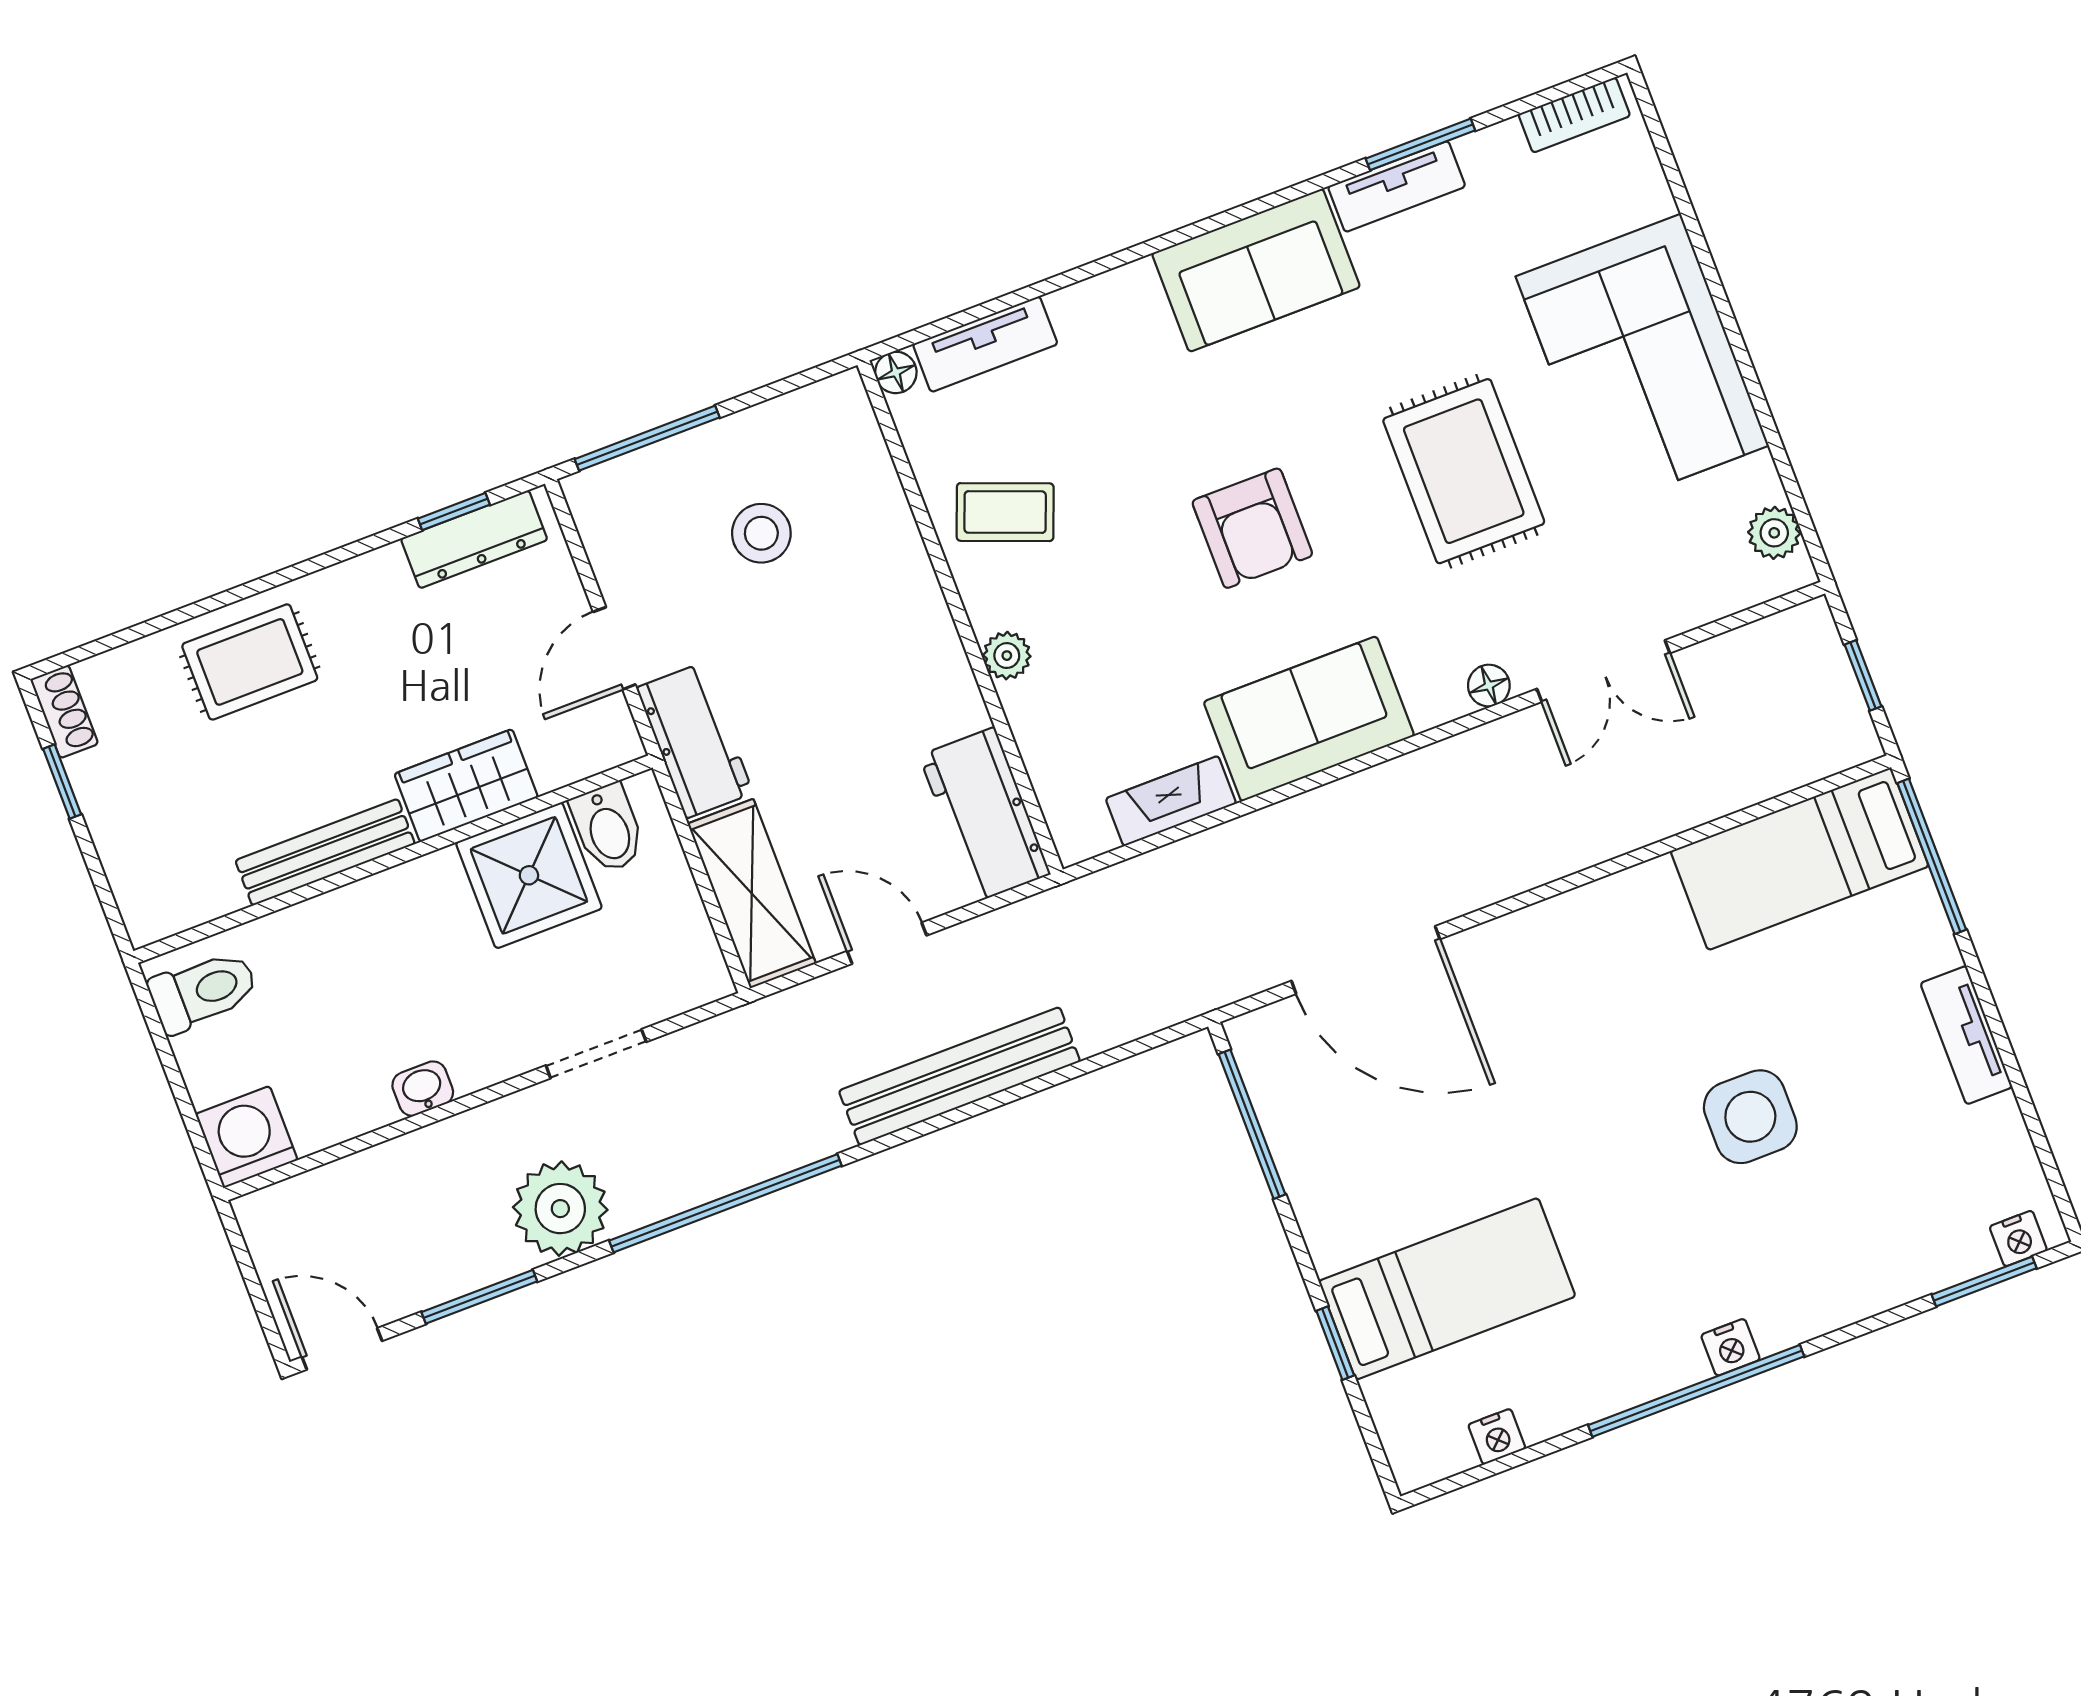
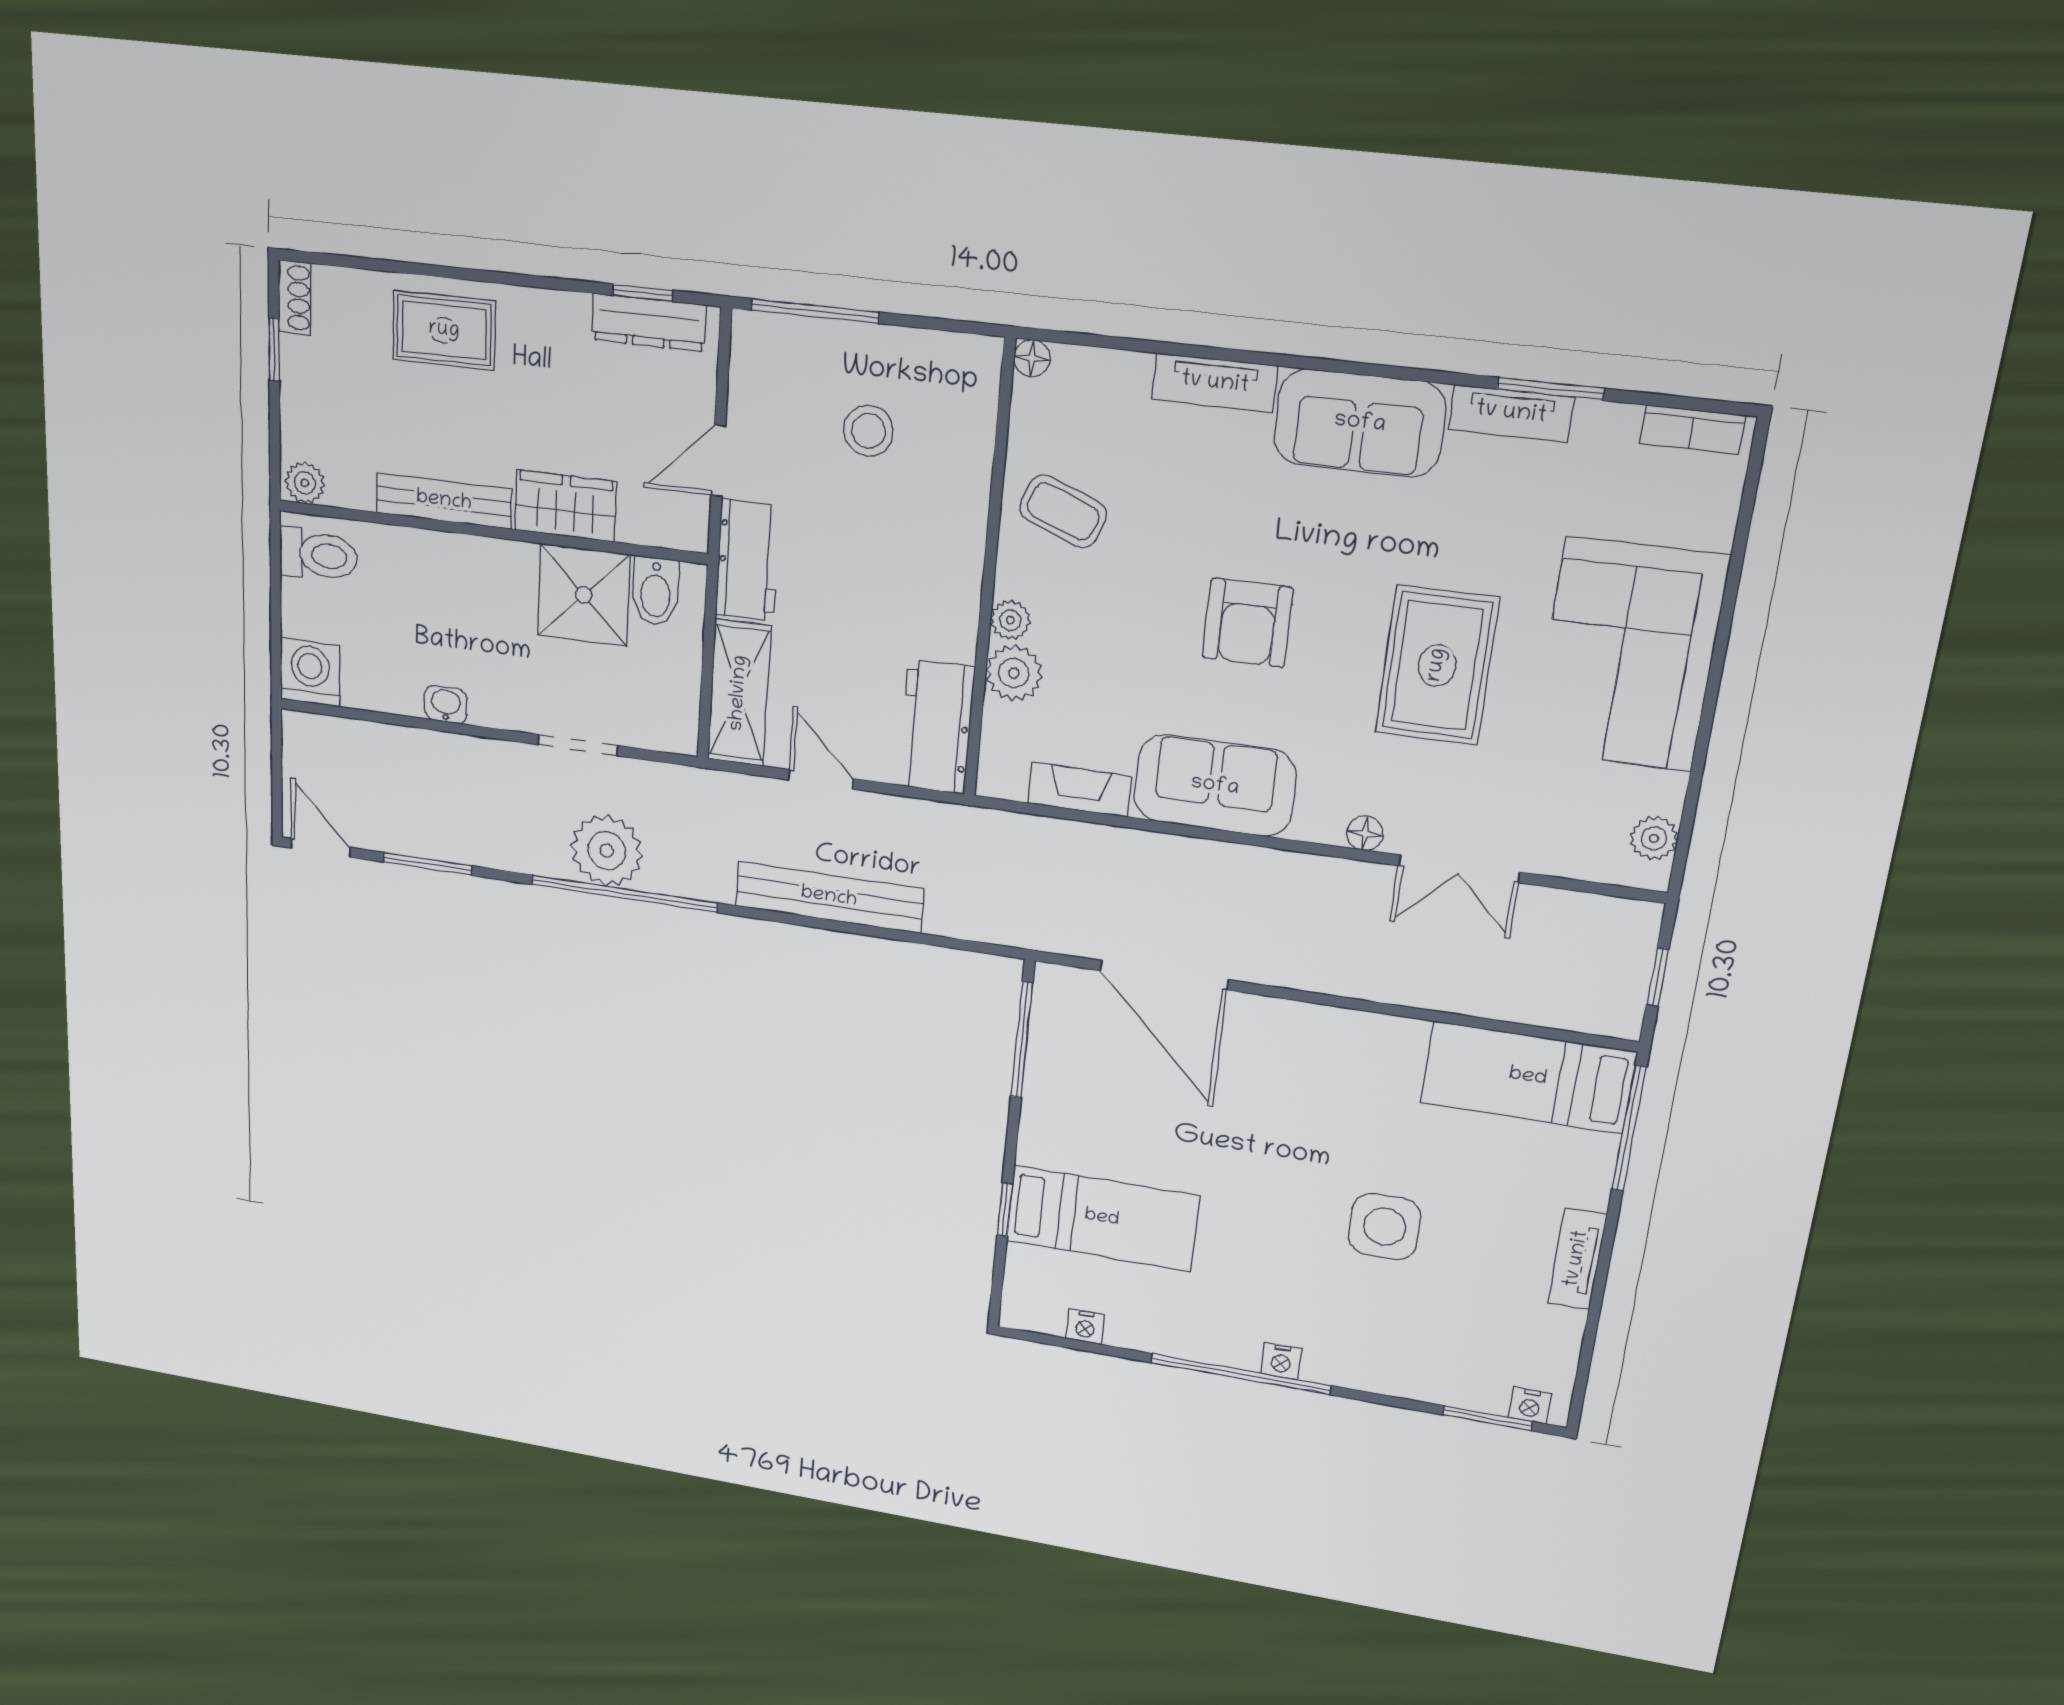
tv unit: (985, 344) -> (1215, 383), moved
plant: (1039, 711) -> (1014, 673), added
plant: (155, 915) -> (305, 483), added
plant: (560, 1209) -> (607, 851), moved

